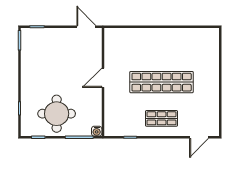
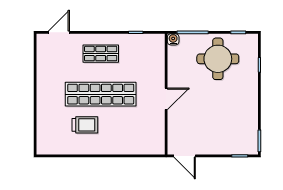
trolley: (176, 55) -> (85, 125), added

